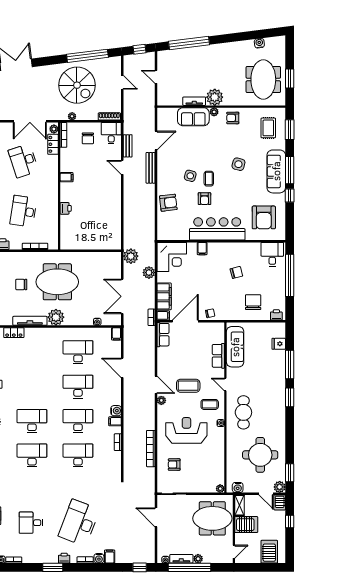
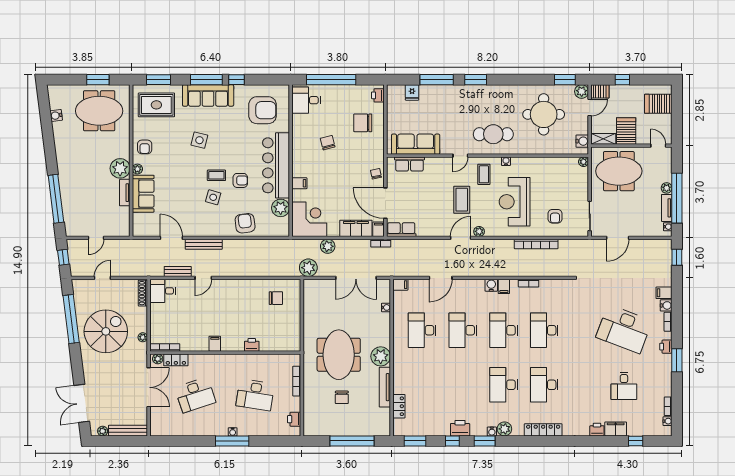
rug: (268, 128) -> (156, 105), width x1.36, depth x1.43
chair: (88, 138) -> (276, 298), moved
plant: (181, 233) -> (281, 208), added
row of seats: (218, 356) -> (410, 164), moved
meeting table: (212, 518) -> (619, 171), turned 90

